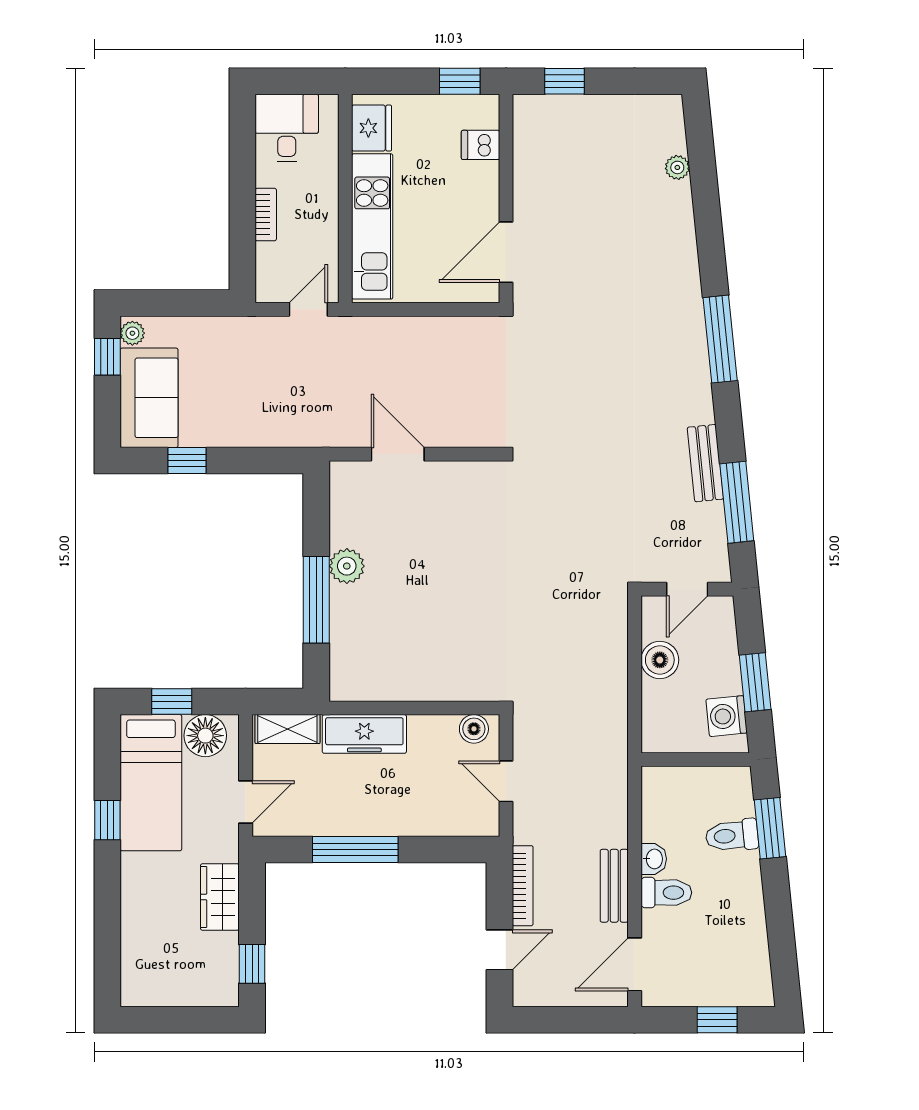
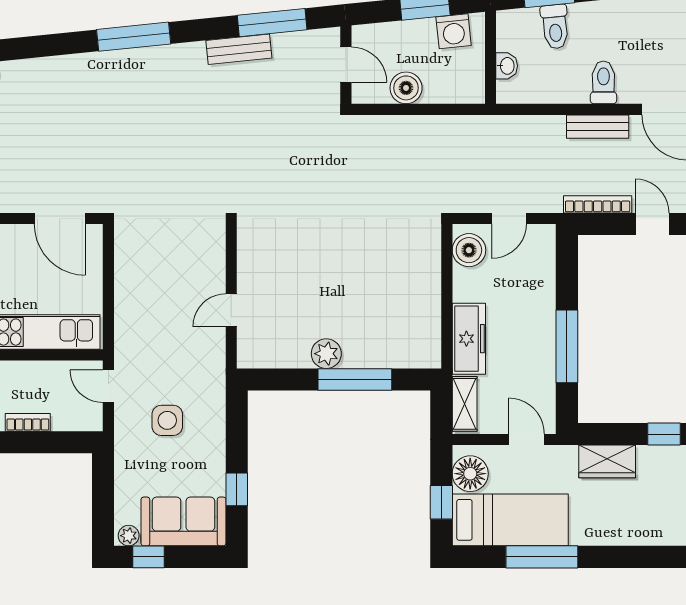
side table: (268, 379) -> (167, 420), added
door: (398, 454) -> (231, 310), width x0.73
boiler: (474, 729) -> (469, 250), width x1.36, depth x1.36
window: (107, 820) -> (542, 557), width x2.17
washbasin: (654, 859) -> (507, 66), moved, turned 90

